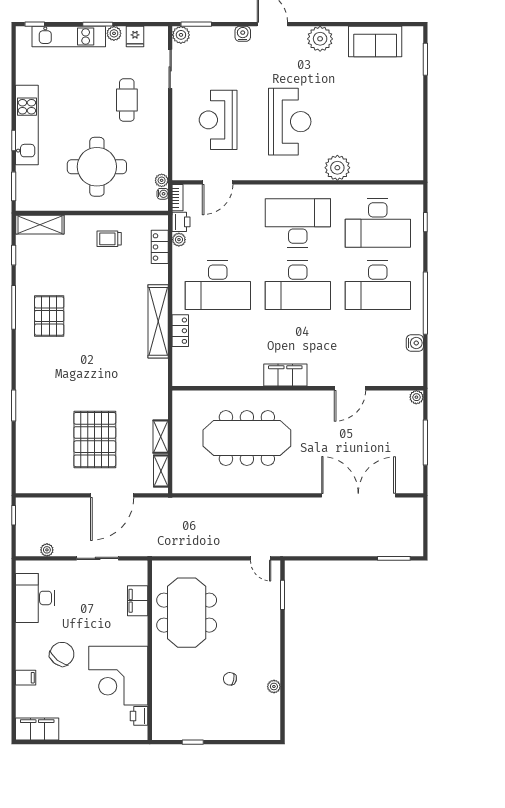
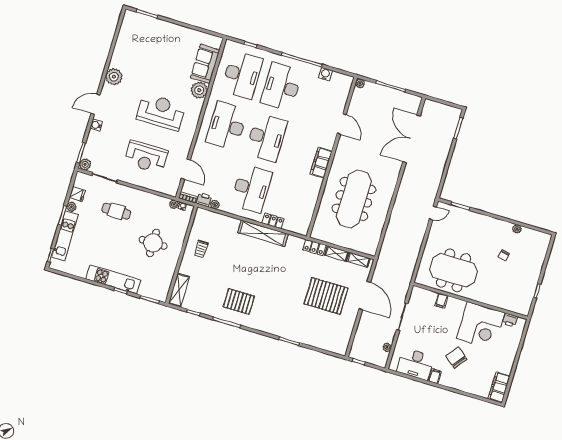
sofa: (375, 42) -> (205, 64), moved, turned 180
round table: (97, 167) -> (153, 243), width x0.73, depth x0.73
locker: (160, 247) -> (314, 247), moved
desk: (378, 285) -> (282, 87), turned 180
filing cabinet: (138, 601) -> (441, 301), width x0.50
filing cabinet: (26, 678) -> (435, 376), moved

